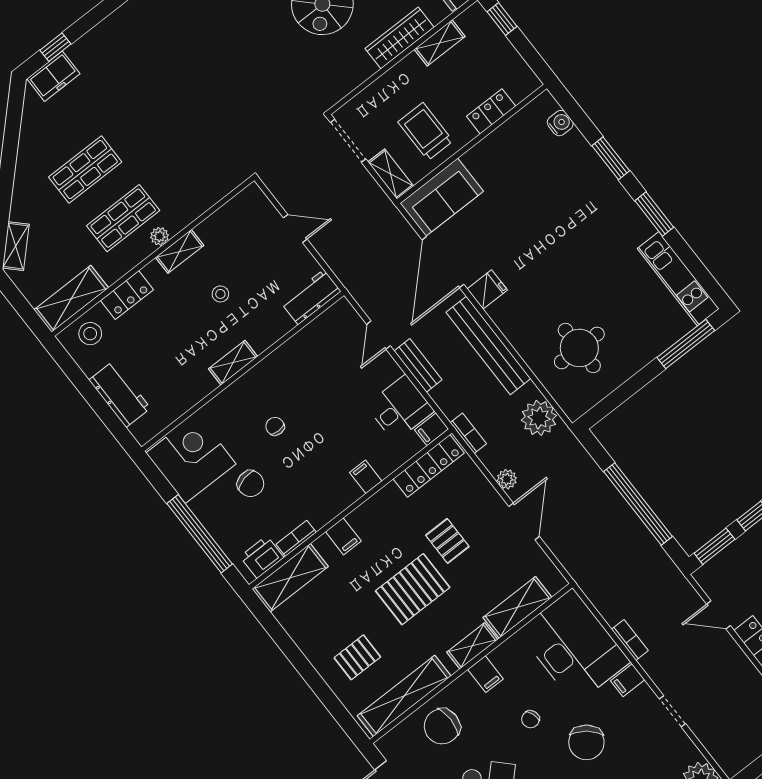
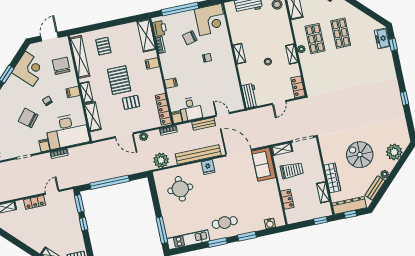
cafe table: (605, 219) -> (225, 223), added
fridge: (487, 290) -> (208, 167), moved
locker: (127, 295) -> (298, 87), moved

